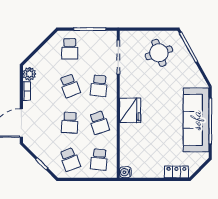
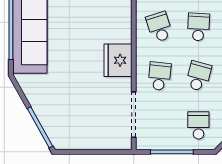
round table: (159, 53) -> (79, 120), removed
school desk: (70, 86) -> (198, 76), turned 36
fridge: (130, 110) -> (118, 60), moved

